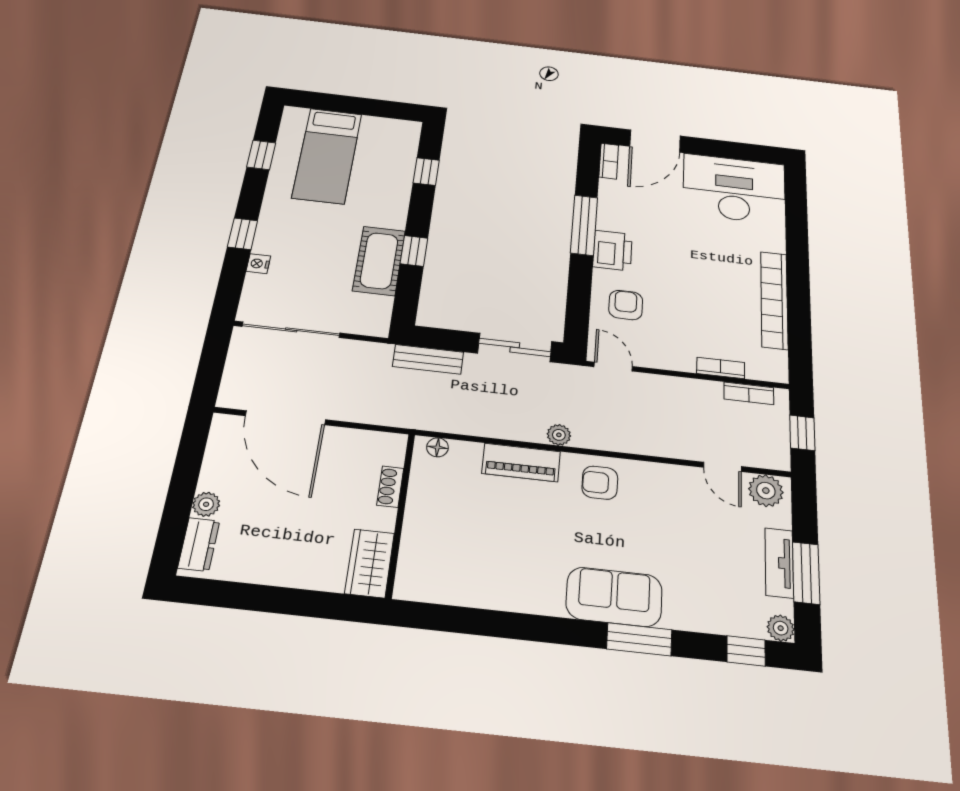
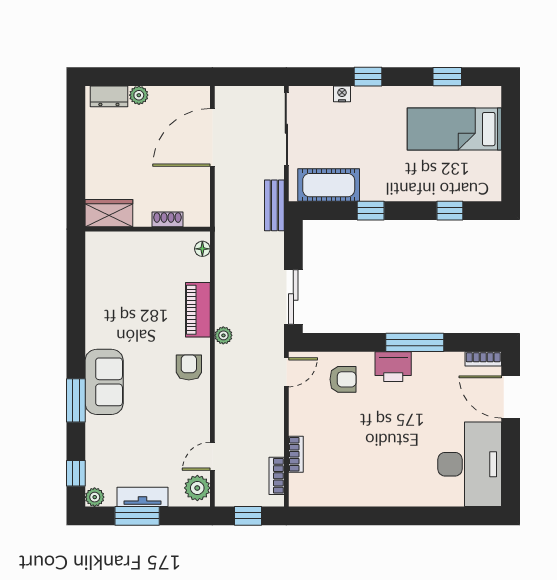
cot: (379, 261) -> (329, 185), moved
bookcase: (774, 300) -> (364, 496), removed
bench: (428, 359) -> (274, 205), moved

